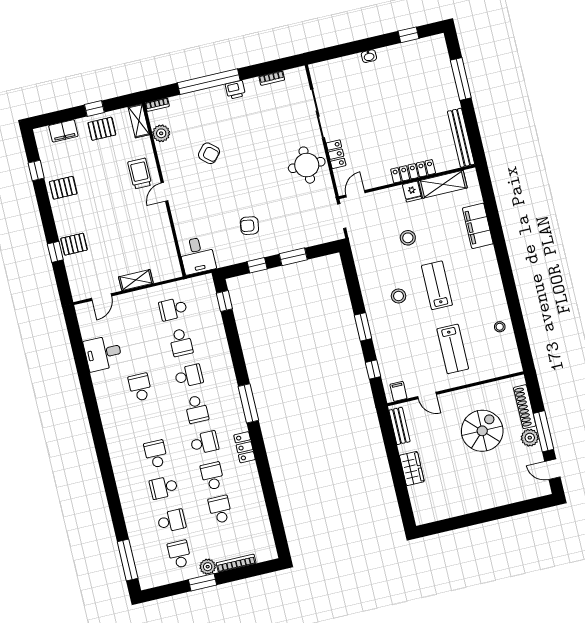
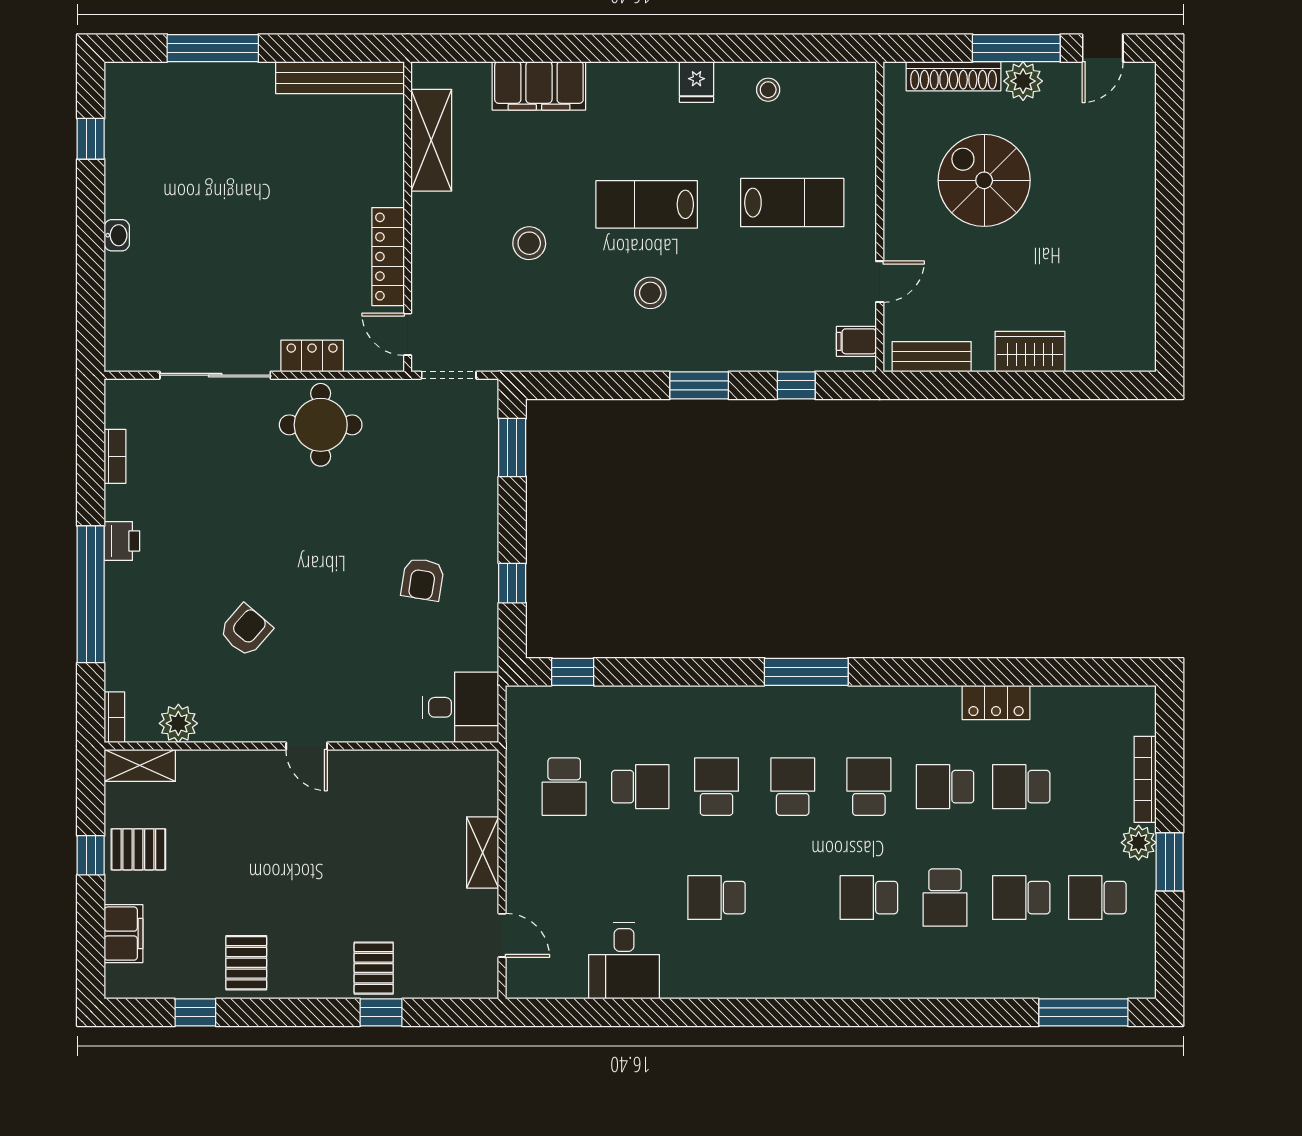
pallet: (102, 129) -> (138, 849), turned 90
locker: (413, 171) -> (388, 257), moved
trolley: (140, 174) -> (254, 790), removed
fridge: (412, 192) -> (697, 82), moved, turned 90
window: (293, 257) -> (512, 447), moved
school desk: (197, 409) -> (793, 787), turned -90
locker: (244, 447) -> (996, 702), moved
school desk: (171, 521) -> (1021, 898), turned -90

